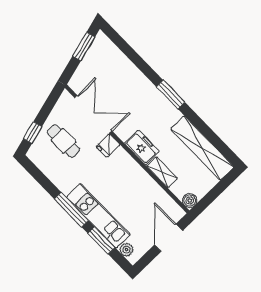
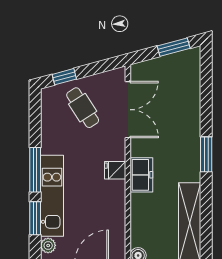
cafe table: (63, 141) -> (83, 108), turned -33
fridge: (108, 146) -> (115, 170), moved
shelving: (162, 172) -> (138, 211), removed

